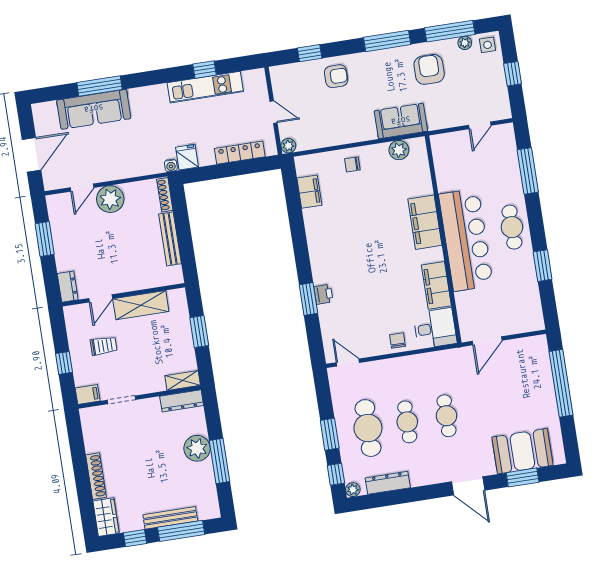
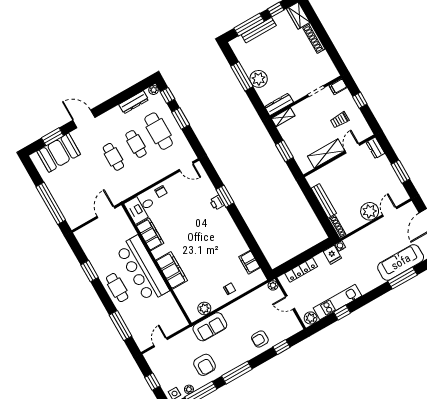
plant: (252, 79) -> (311, 318), added

